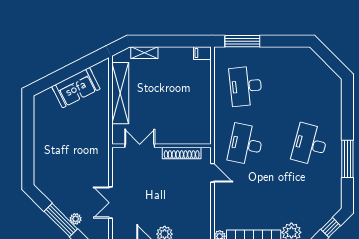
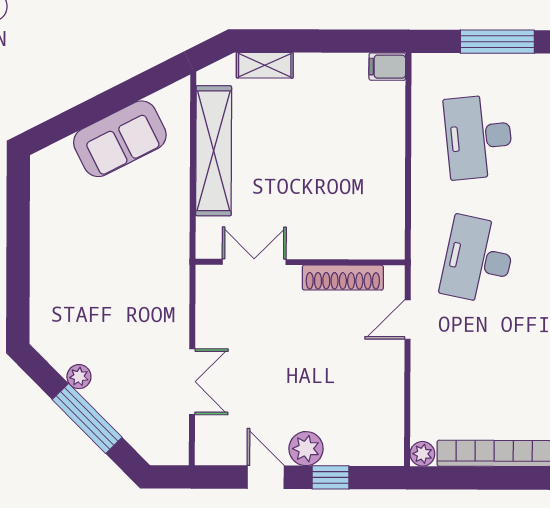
window: (242, 41) -> (497, 42), moved
door: (212, 173) -> (408, 319), swing flipped
double door: (110, 203) -> (192, 382), swing flipped
plant: (76, 219) -> (79, 377), moved

